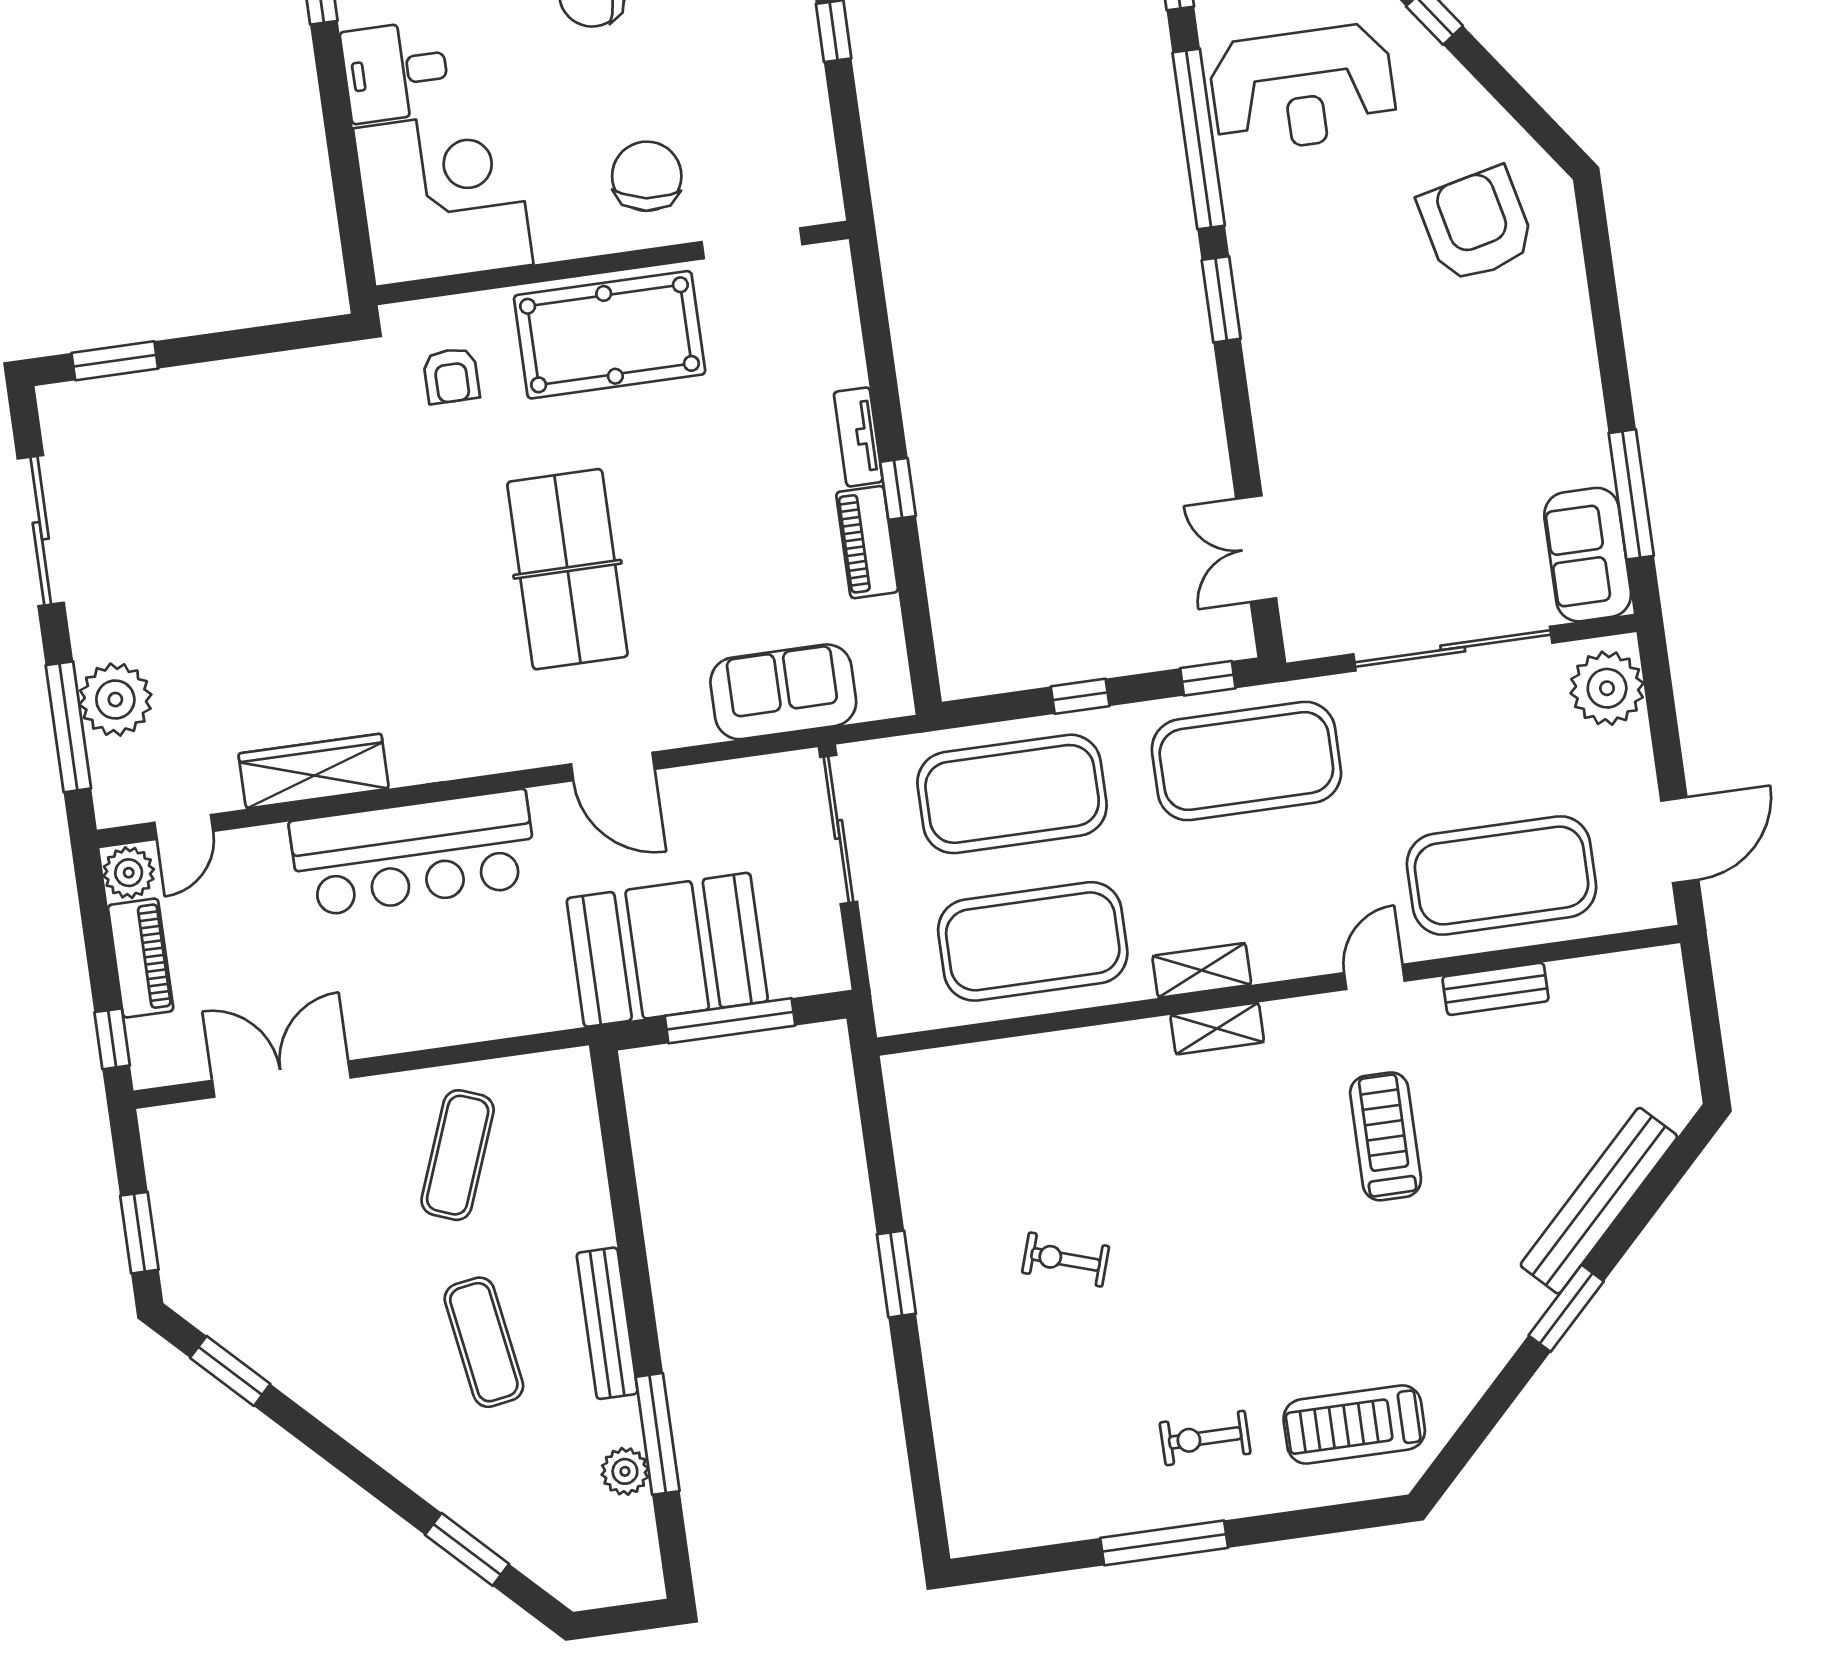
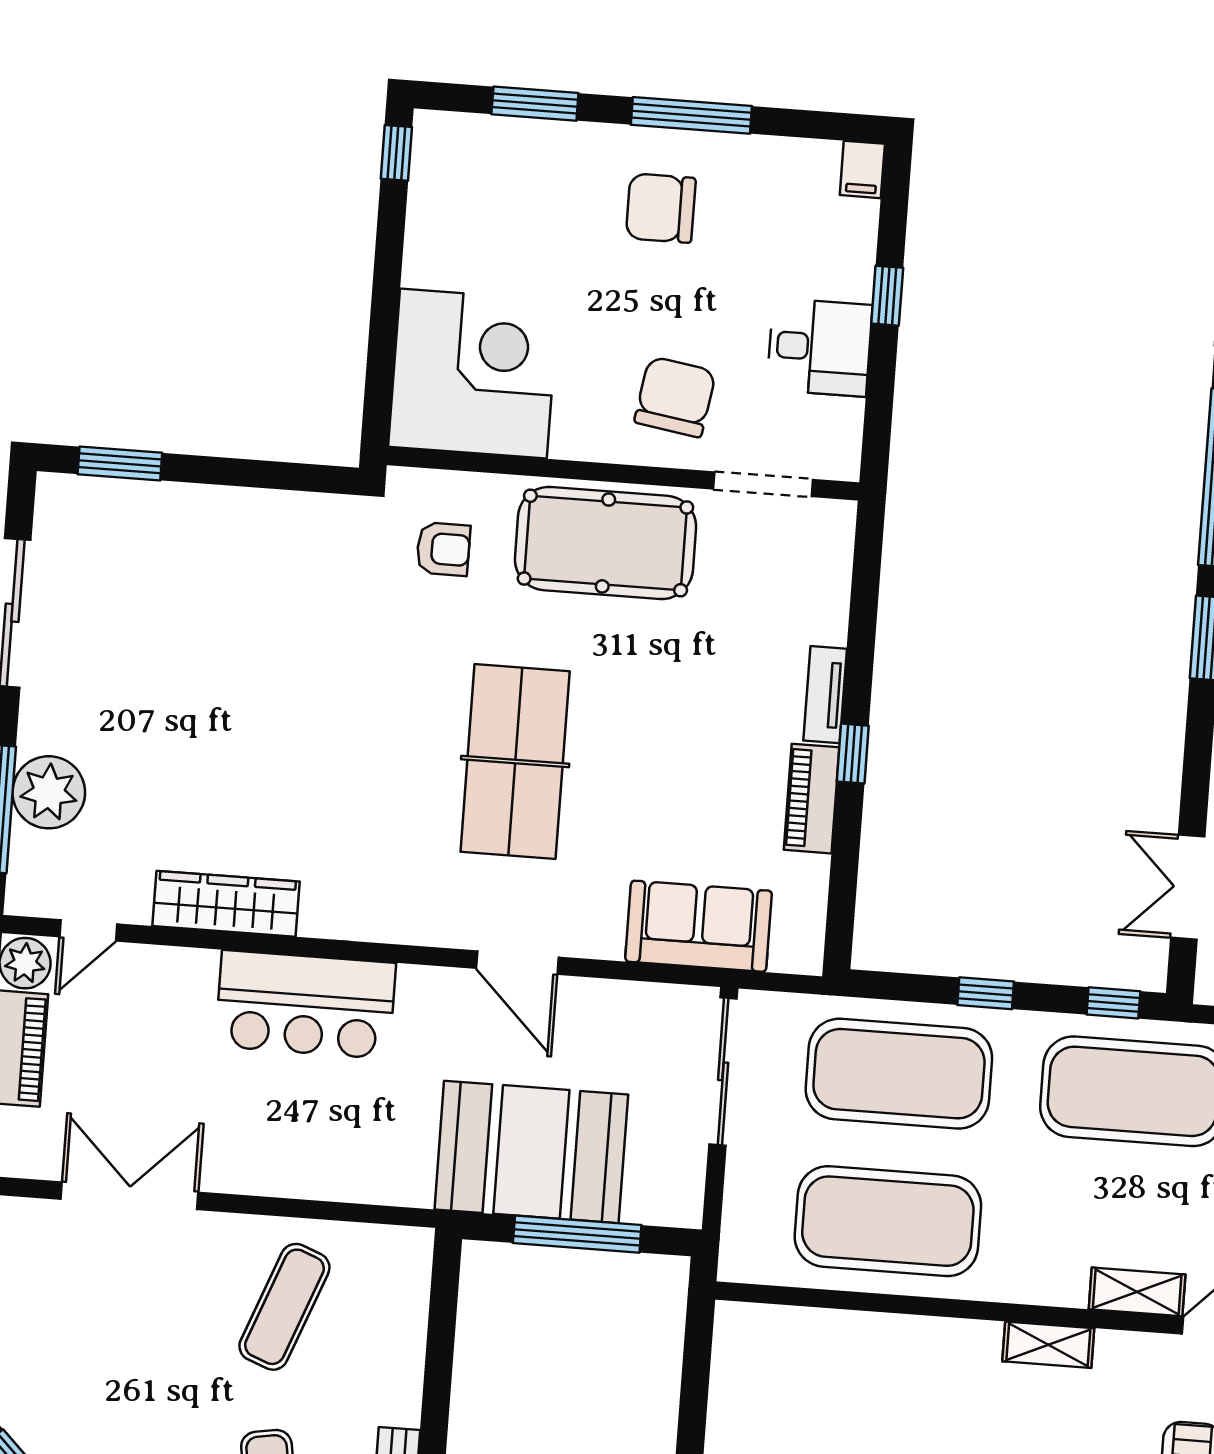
desk: (396, 72) -> (819, 347), moved, turned 180
armchair: (451, 376) -> (443, 549), turned -90
bar counter: (413, 853) -> (306, 1005), width x0.73
shelving: (1202, 970) -> (1137, 1292), moved

